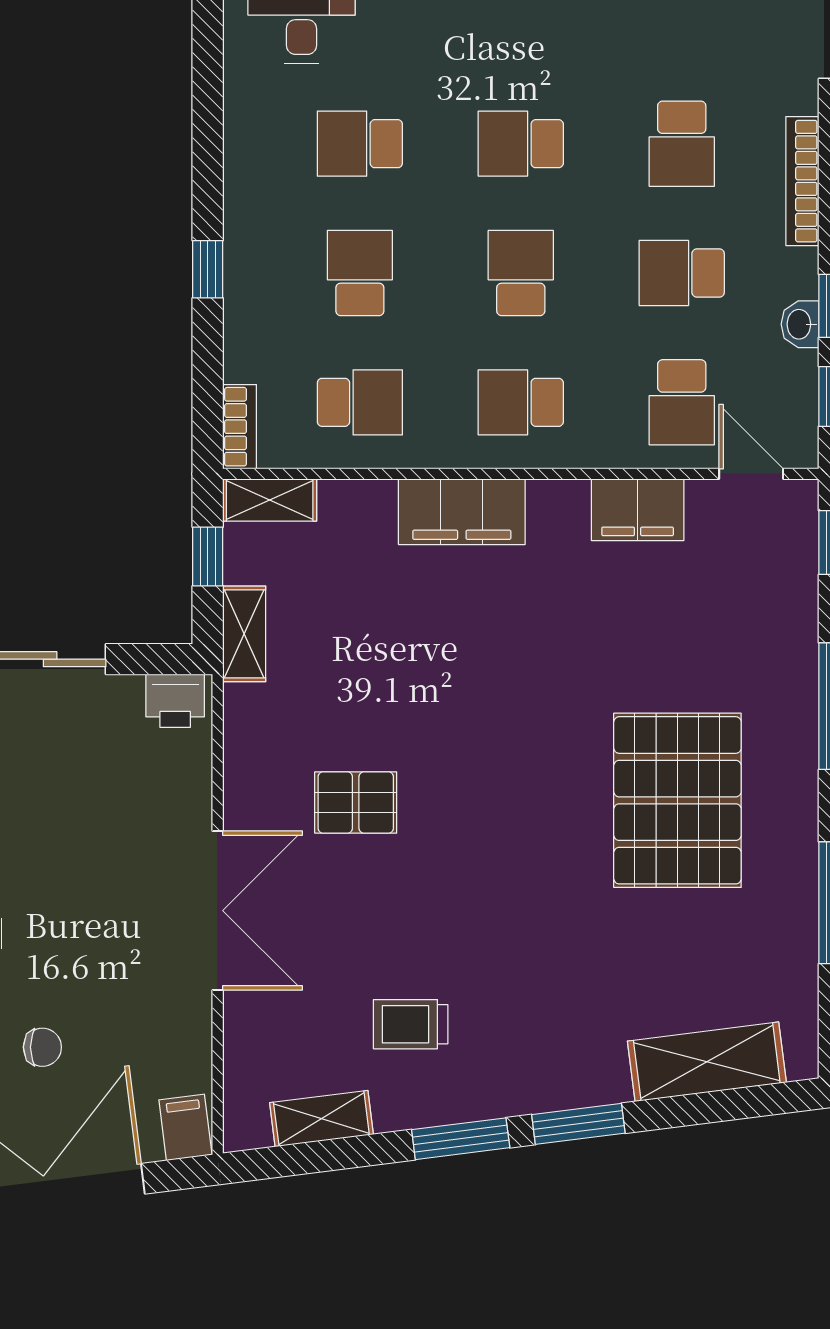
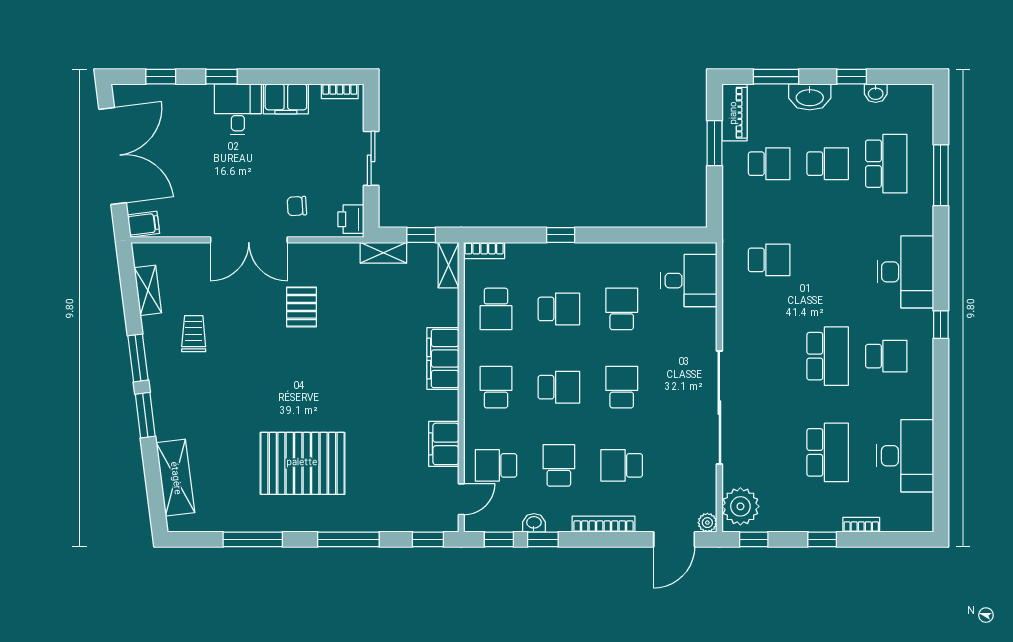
chair: (42, 1047) -> (297, 206), moved, turned 87

